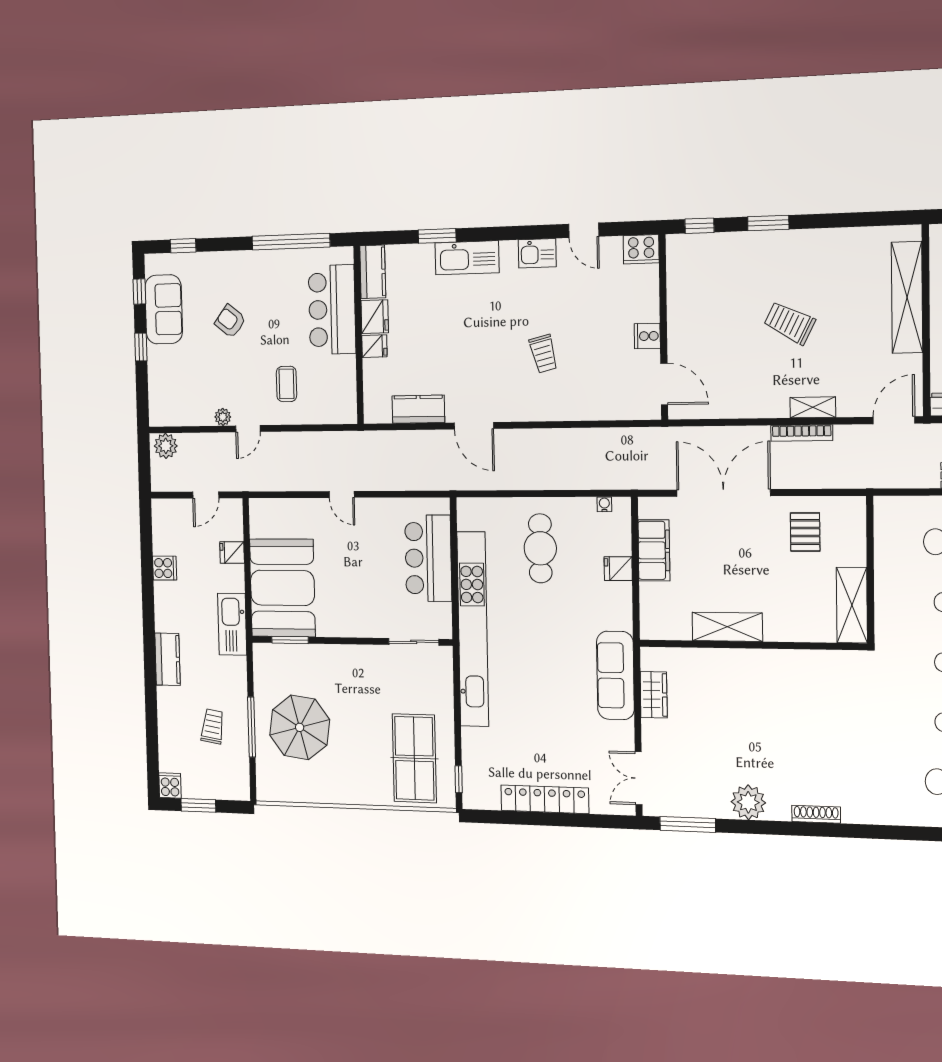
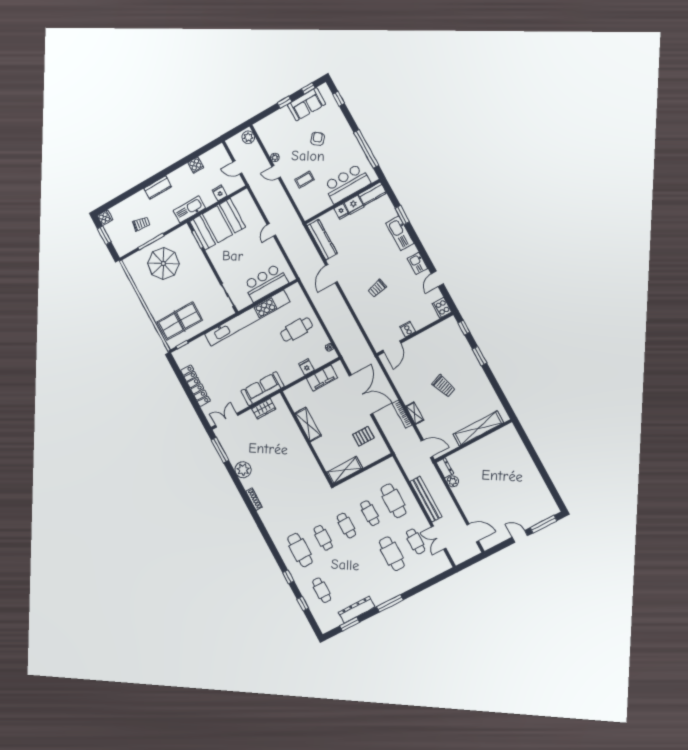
trolley: (789, 323) -> (444, 386), turned 133
kitchen counter: (418, 409) -> (322, 240), width x1.50

